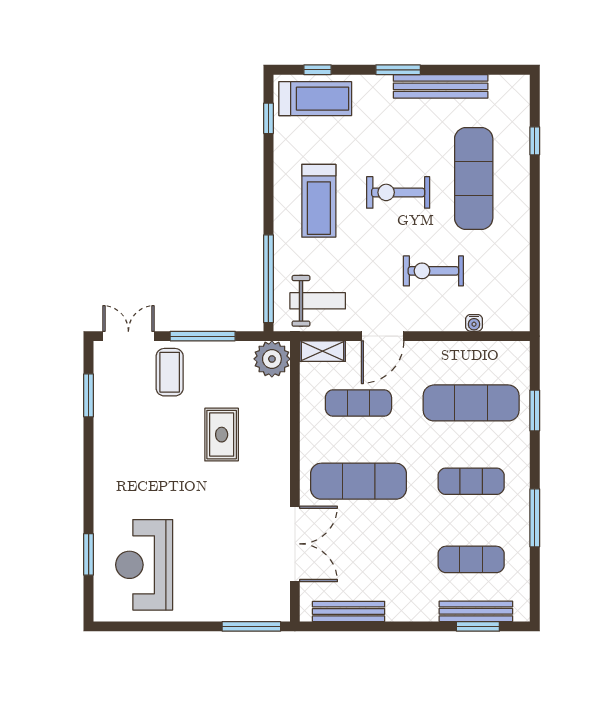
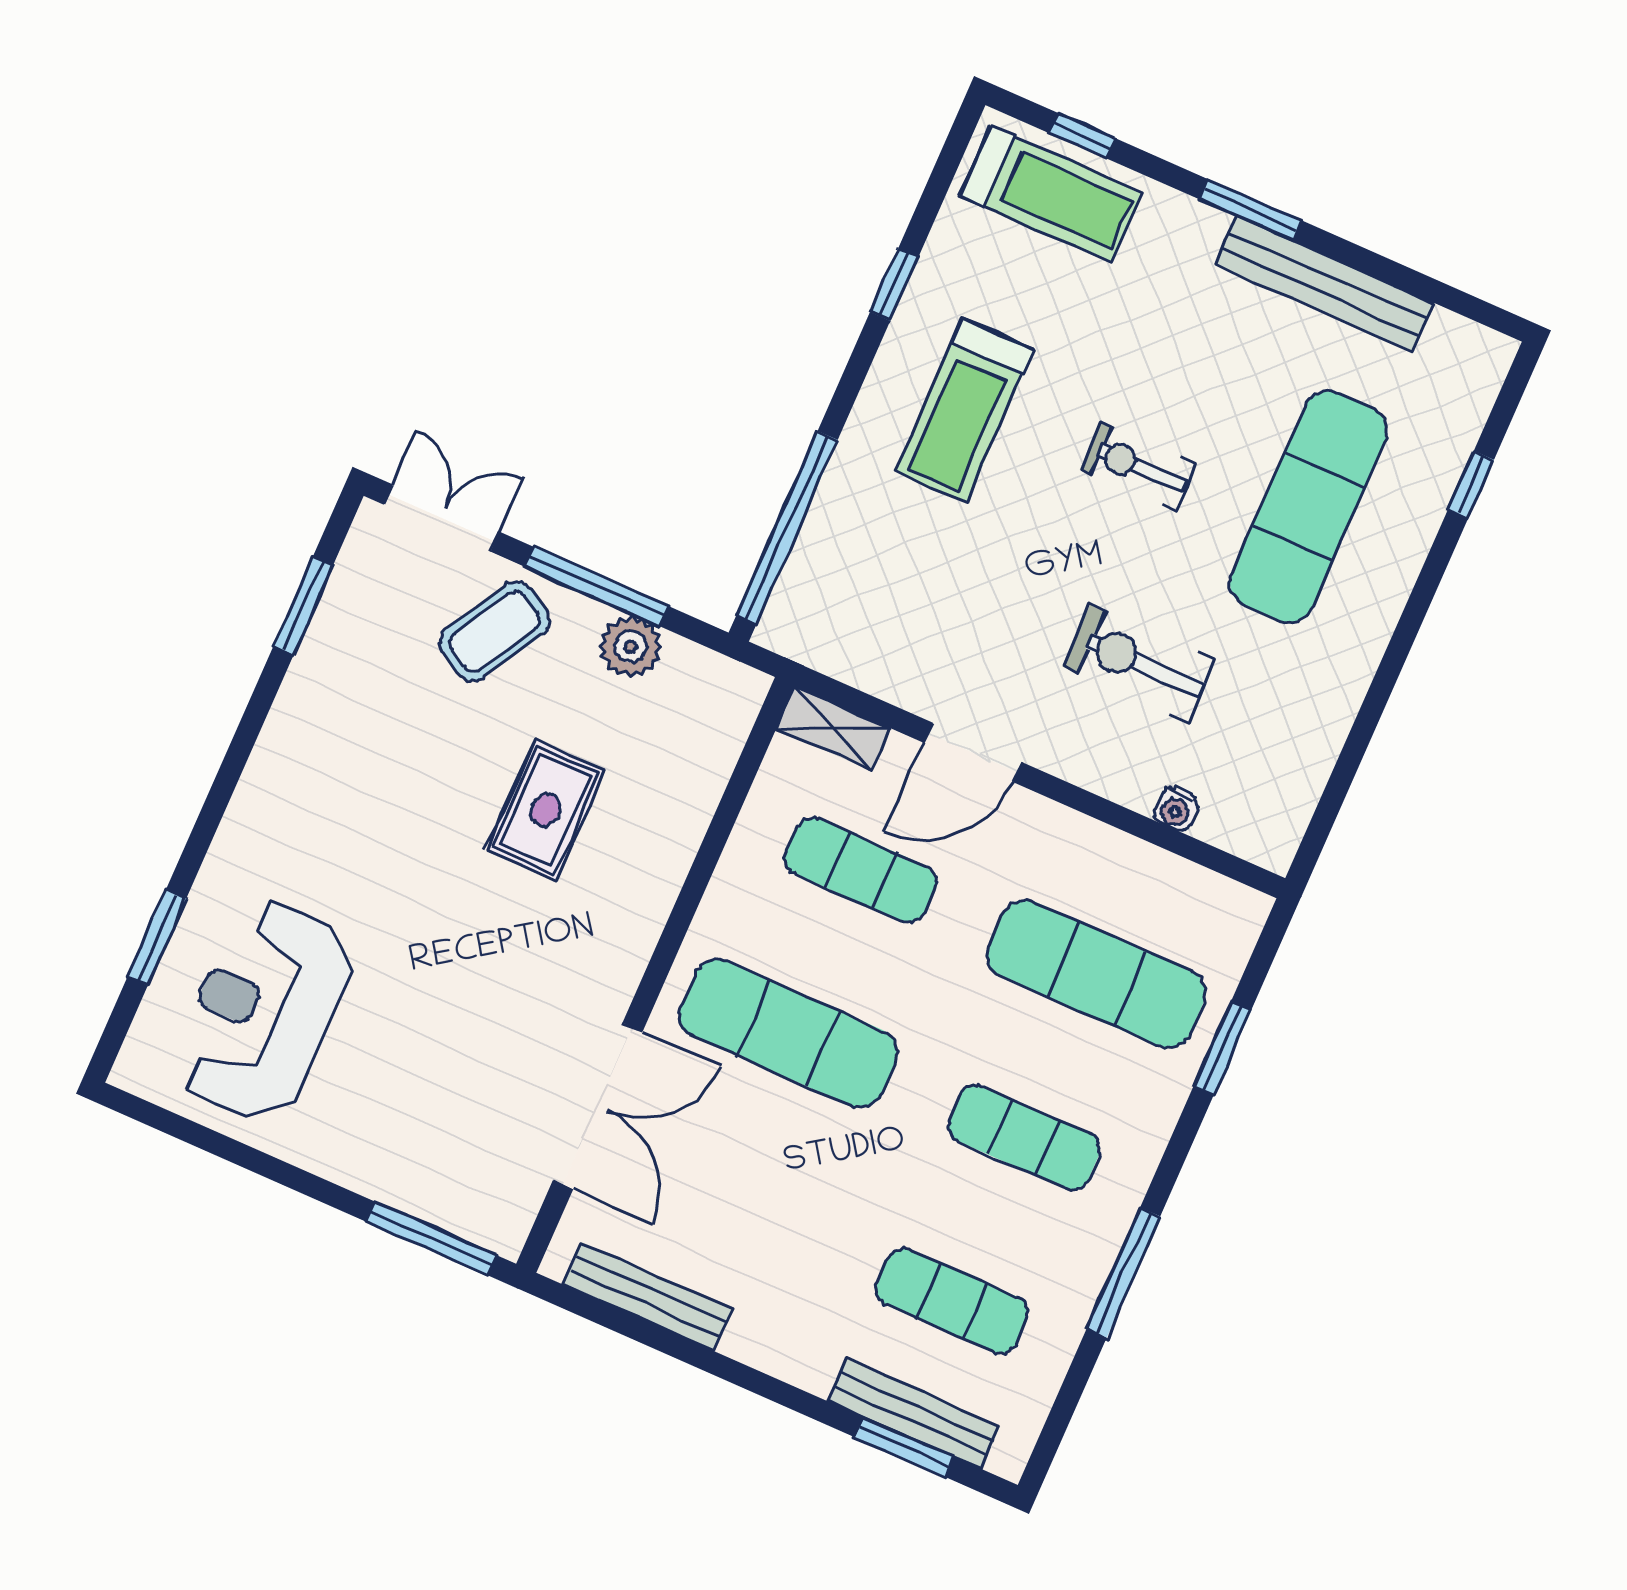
window: (268, 118) -> (894, 284), moved
exercise bike: (398, 192) -> (1138, 466), width x0.73, depth x0.72
weight bench: (318, 301) -> (870, 619), removed
plant: (272, 359) -> (631, 647), moved, width x0.73, depth x0.73
coffee table: (170, 372) -> (494, 632), turned 30

